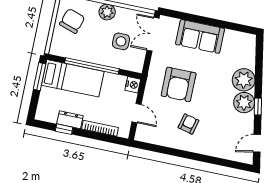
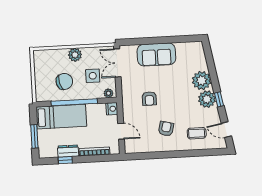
chair: (72, 21) -> (64, 81), moved, turned 56
plant: (134, 66) -> (108, 93), added
window: (39, 77) -> (34, 136), moved
armchair: (179, 84) -> (149, 98), width x0.53, depth x0.53
coffee table: (222, 138) -> (197, 133), added
door: (257, 143) -> (226, 130), hinge flipped

